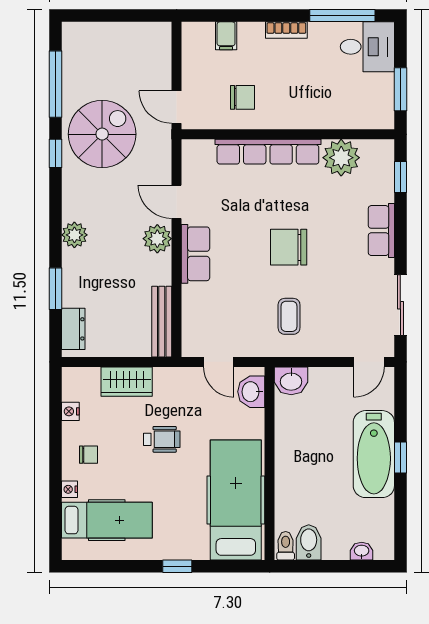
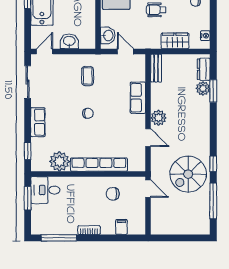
desk: (367, 47) -> (45, 190), moved
plant: (74, 235) -> (203, 88), moved
chair: (289, 247) -> (88, 113), width x0.54, depth x0.54
row of seats: (196, 254) -> (138, 98), moved
bench: (162, 322) -> (156, 68), width x0.73
washbasin: (291, 381) -> (69, 41), moved
nightstand: (70, 411) -> (205, 36), moved

